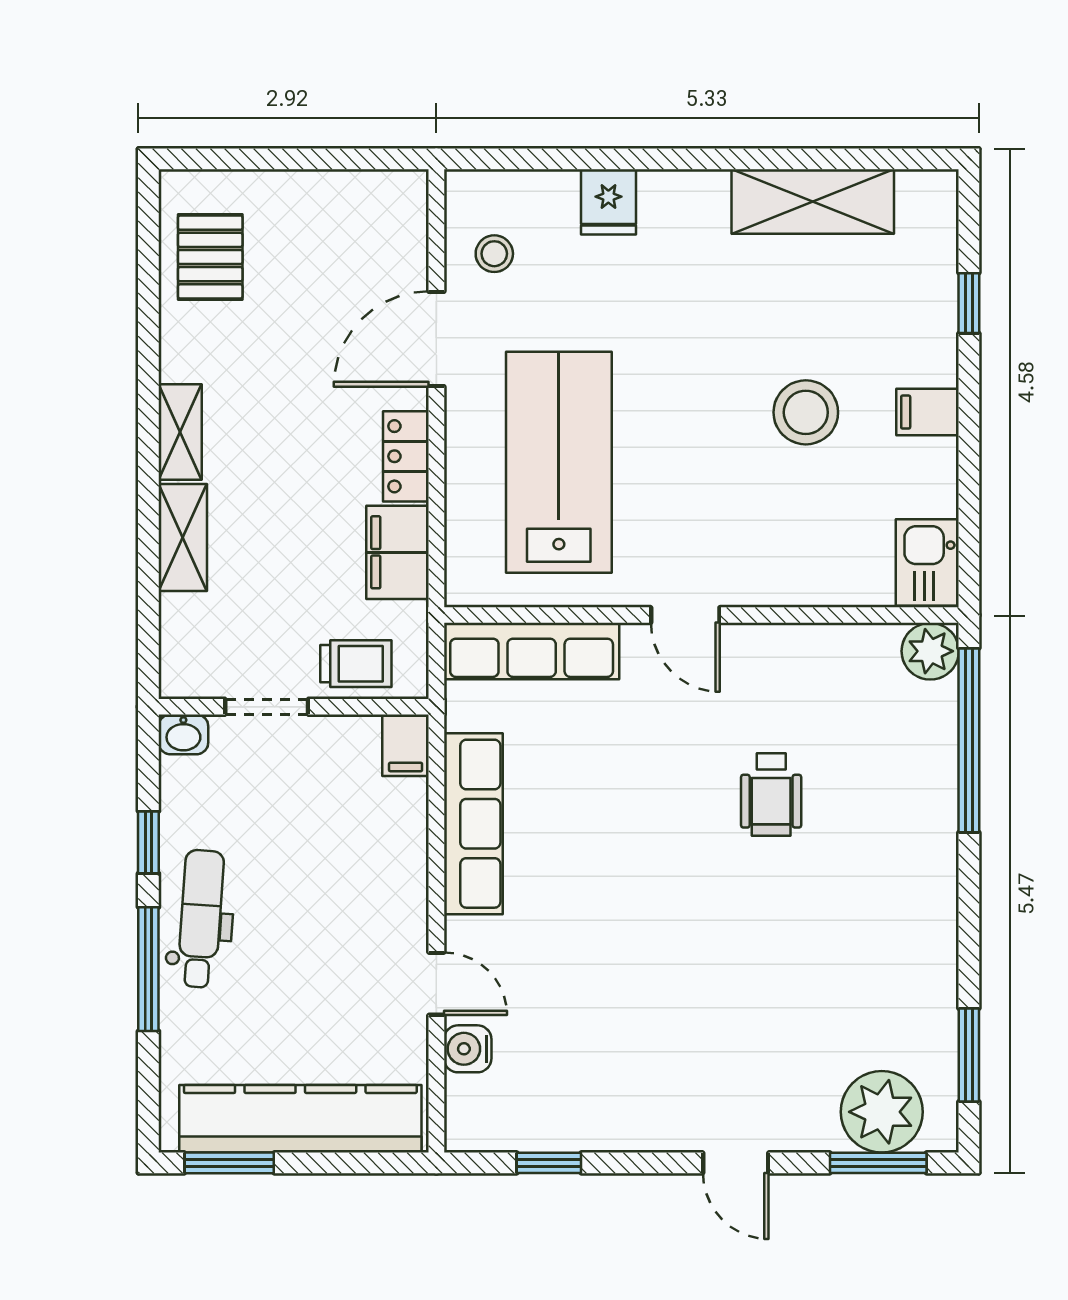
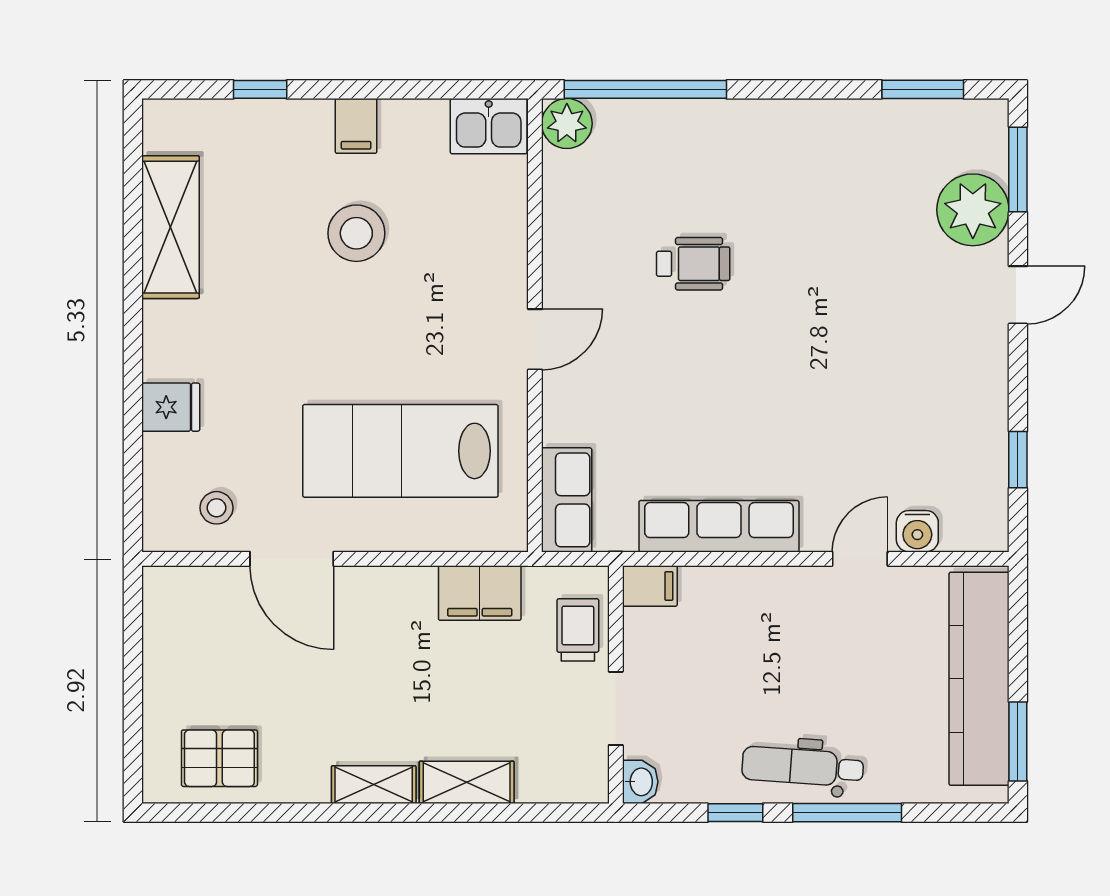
locker: (406, 456) -> (395, 586), removed
row of seats: (532, 651) -> (567, 500), width x0.68
plant: (882, 1112) -> (973, 210), moved

